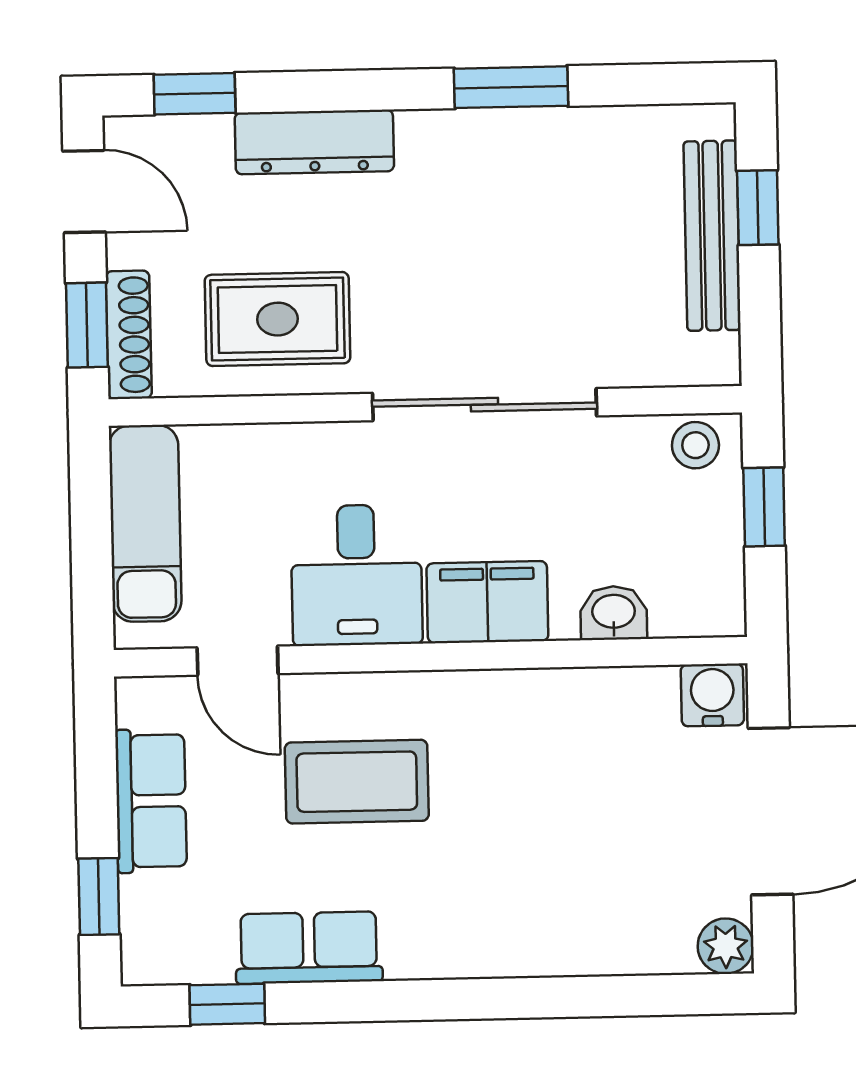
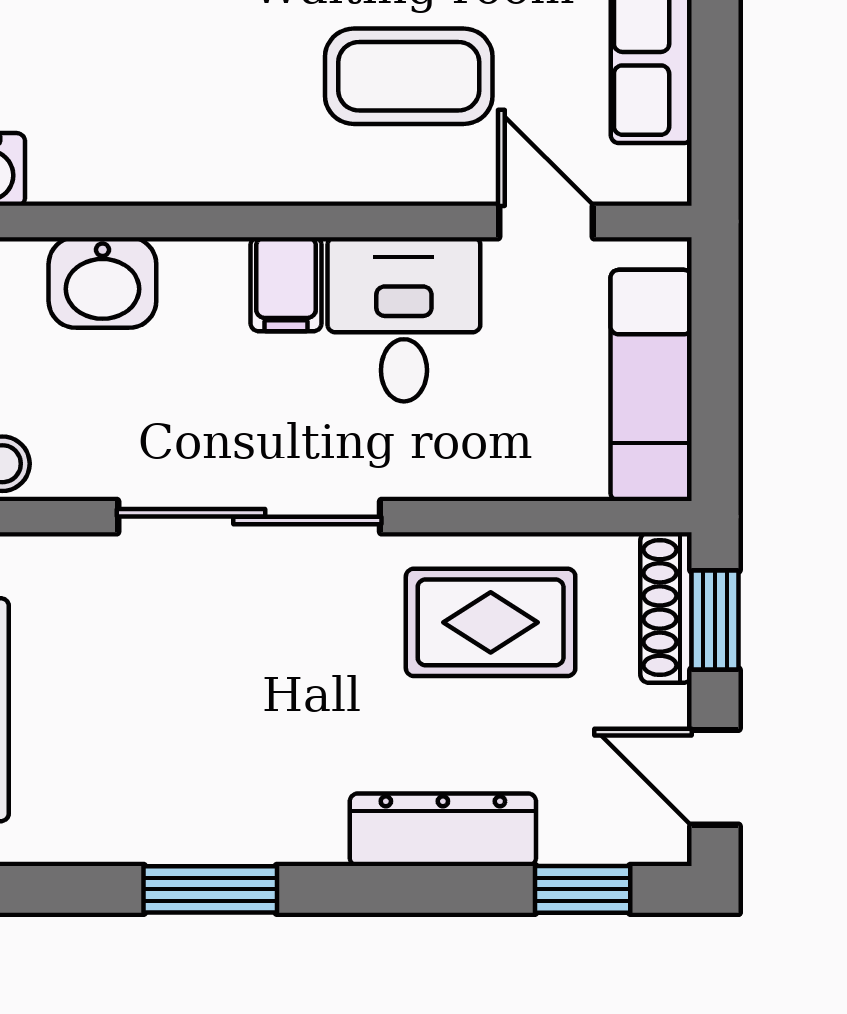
filing cabinet: (487, 602) -> (286, 284), width x0.50
washbasin: (614, 613) -> (102, 282), width x1.38, depth x1.45

